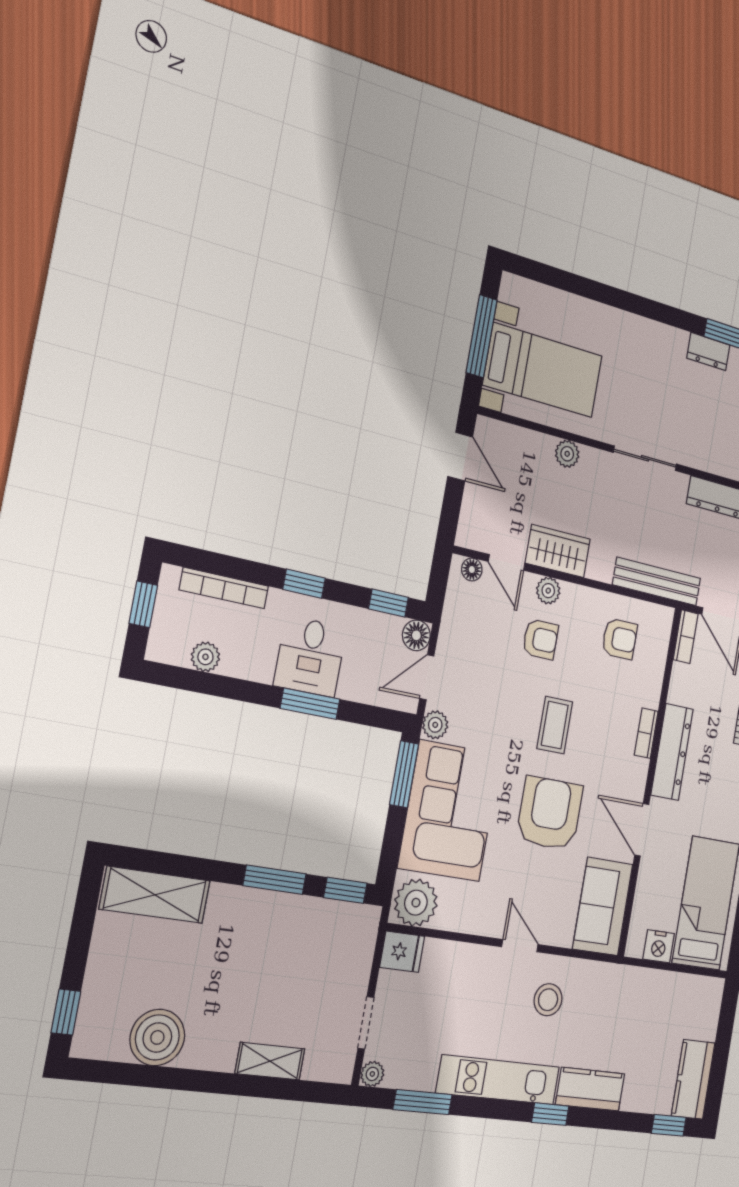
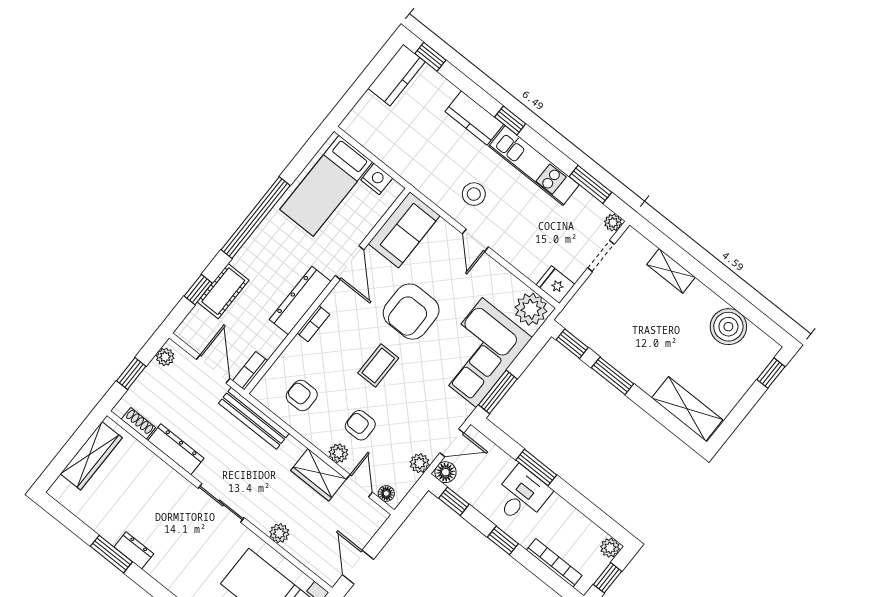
plant: (205, 657) -> (610, 548), moved
plant: (435, 725) -> (420, 463), moved

